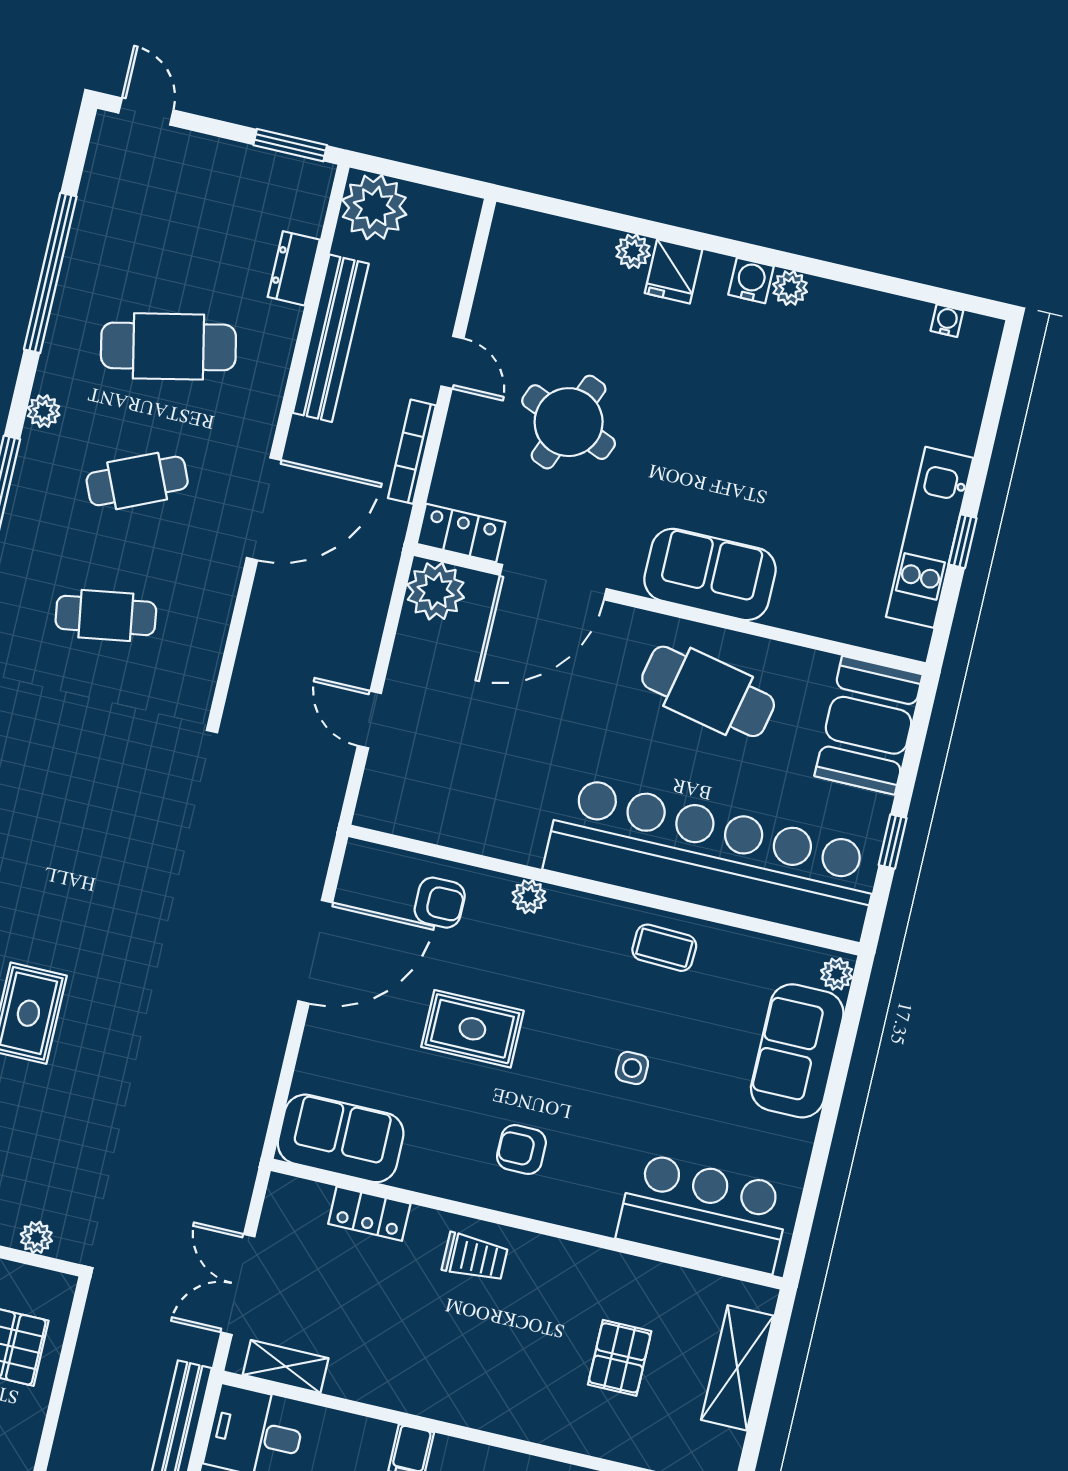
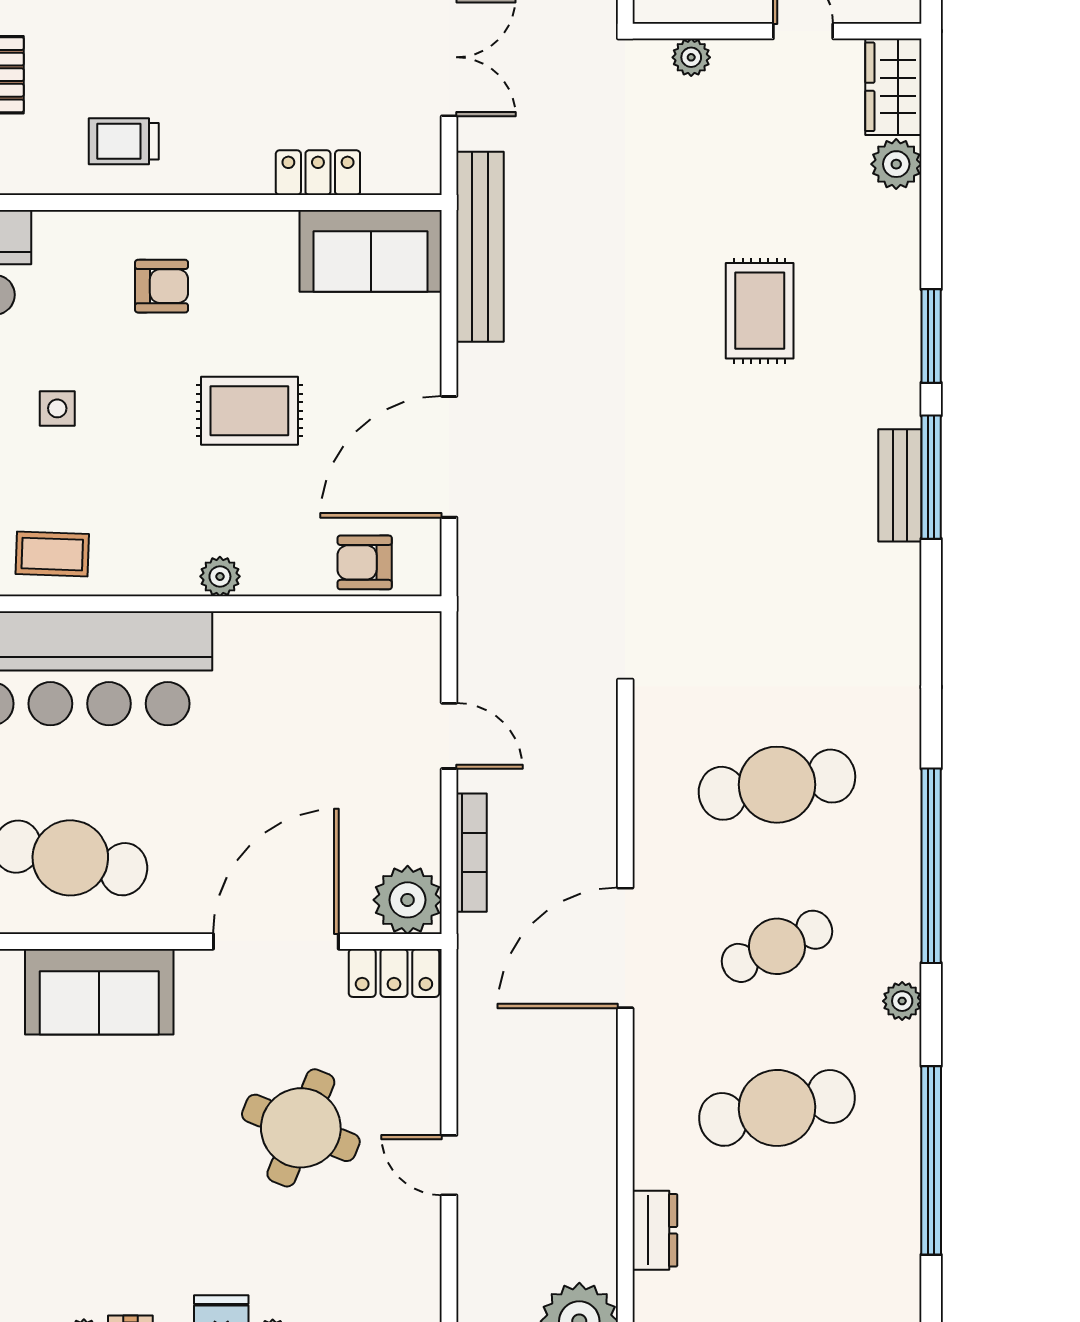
bench: (331, 338) -> (480, 247), moved
bookcase: (412, 452) -> (472, 853), moved
cafe table: (106, 615) -> (777, 785), width x1.37, depth x1.35
armchair: (440, 903) -> (365, 562), moved
trolley: (475, 1257) -> (124, 141), moved

